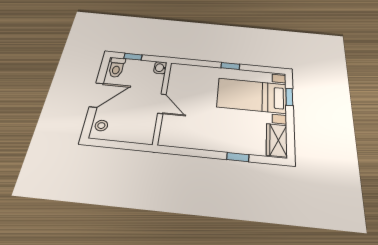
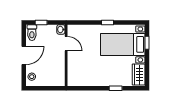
door: (162, 104) -> (66, 44), moved

